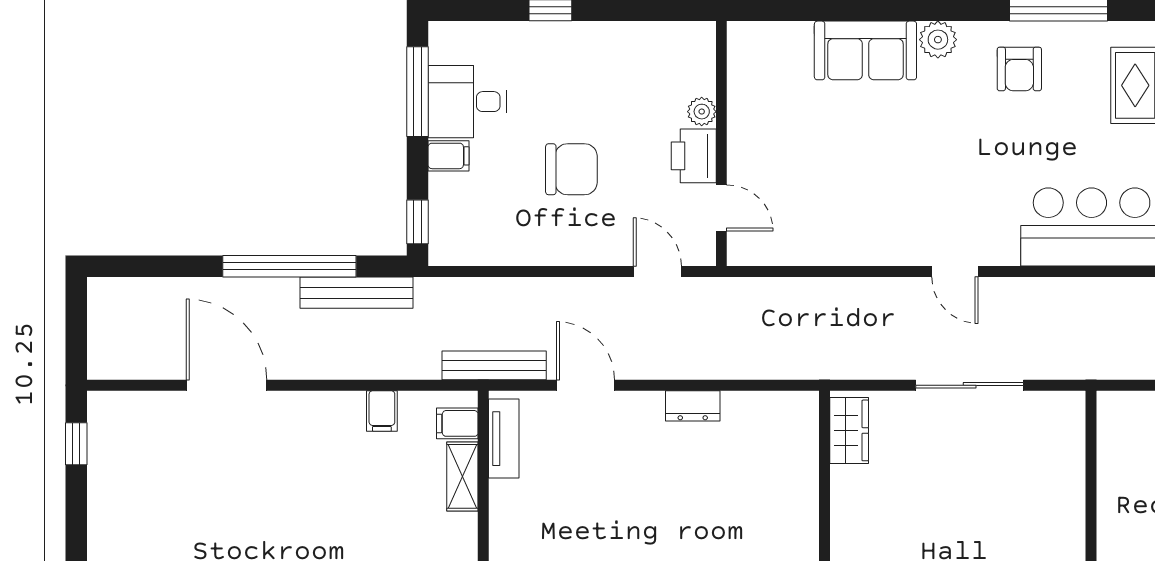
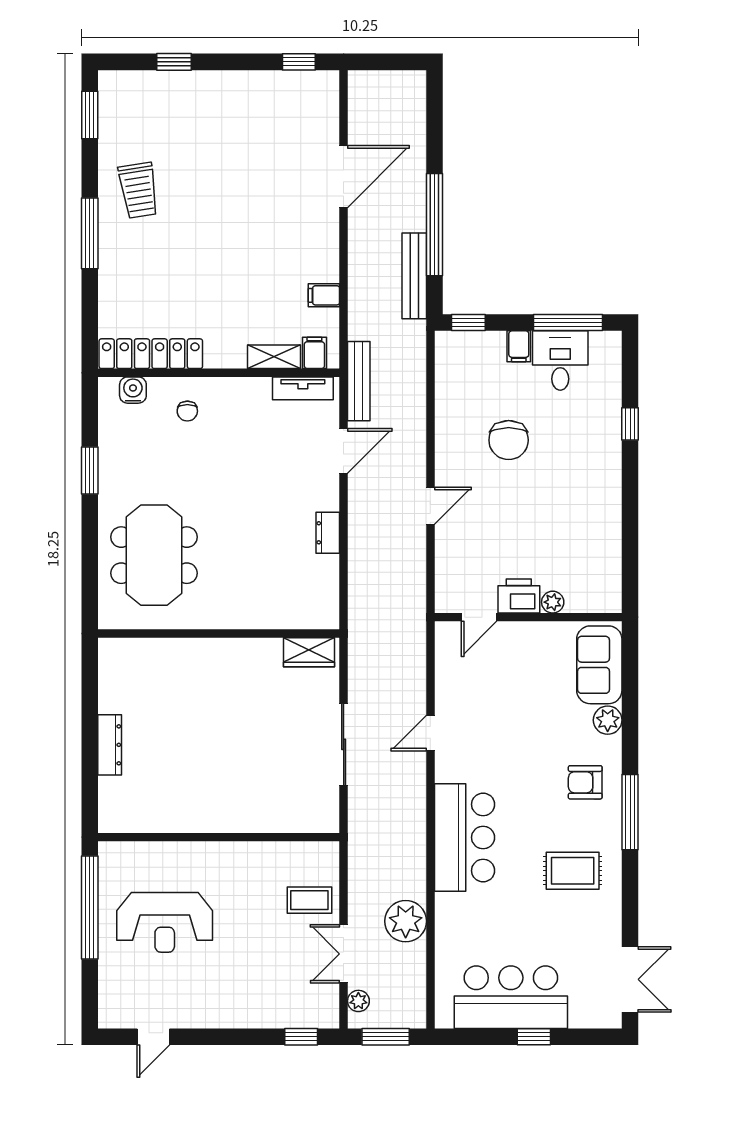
plant: (702, 112) -> (553, 602), moved
wall: (721, 144) -> (528, 617), moved
printer: (694, 156) -> (519, 596), moved
door: (721, 208) -> (479, 617), moved

